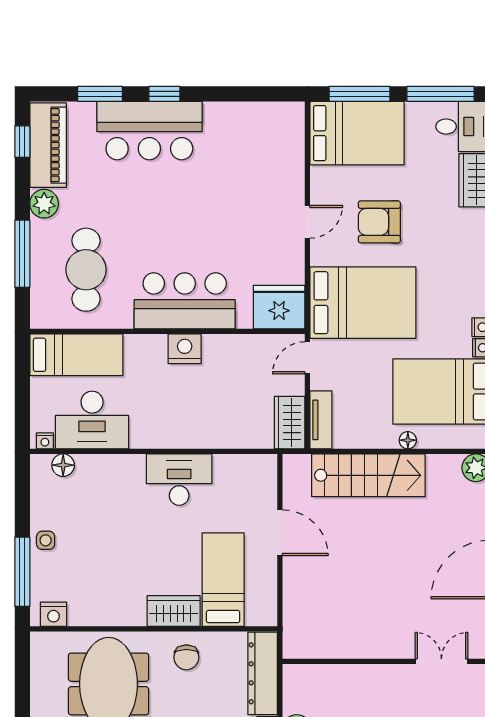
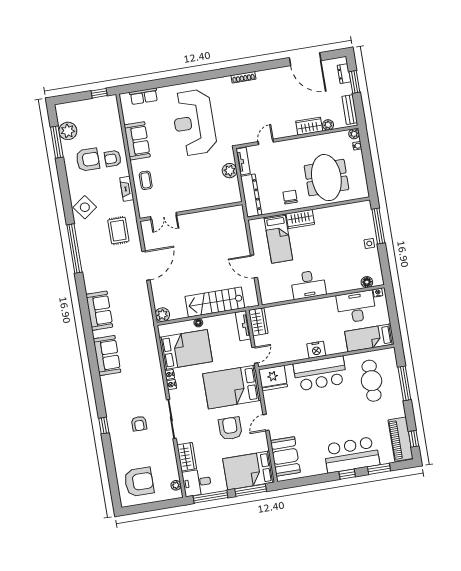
booth: (280, 149) -> (285, 456), added
plant: (44, 204) -> (398, 410), removed
armchair: (379, 222) -> (230, 428), turned -90
nightstand: (54, 614) -> (359, 208), removed

